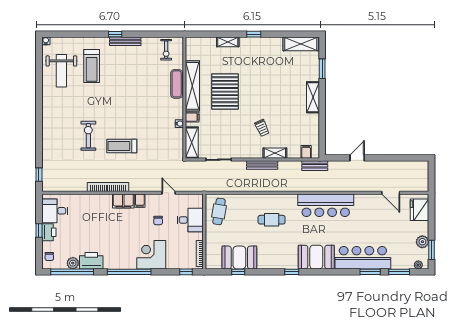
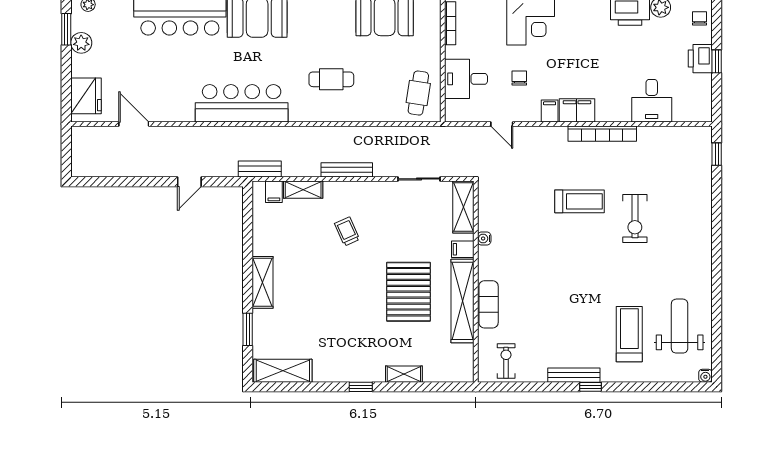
shelving: (275, 153) -> (303, 190), moved
desk: (55, 211) -> (652, 101), moved, turned 90

